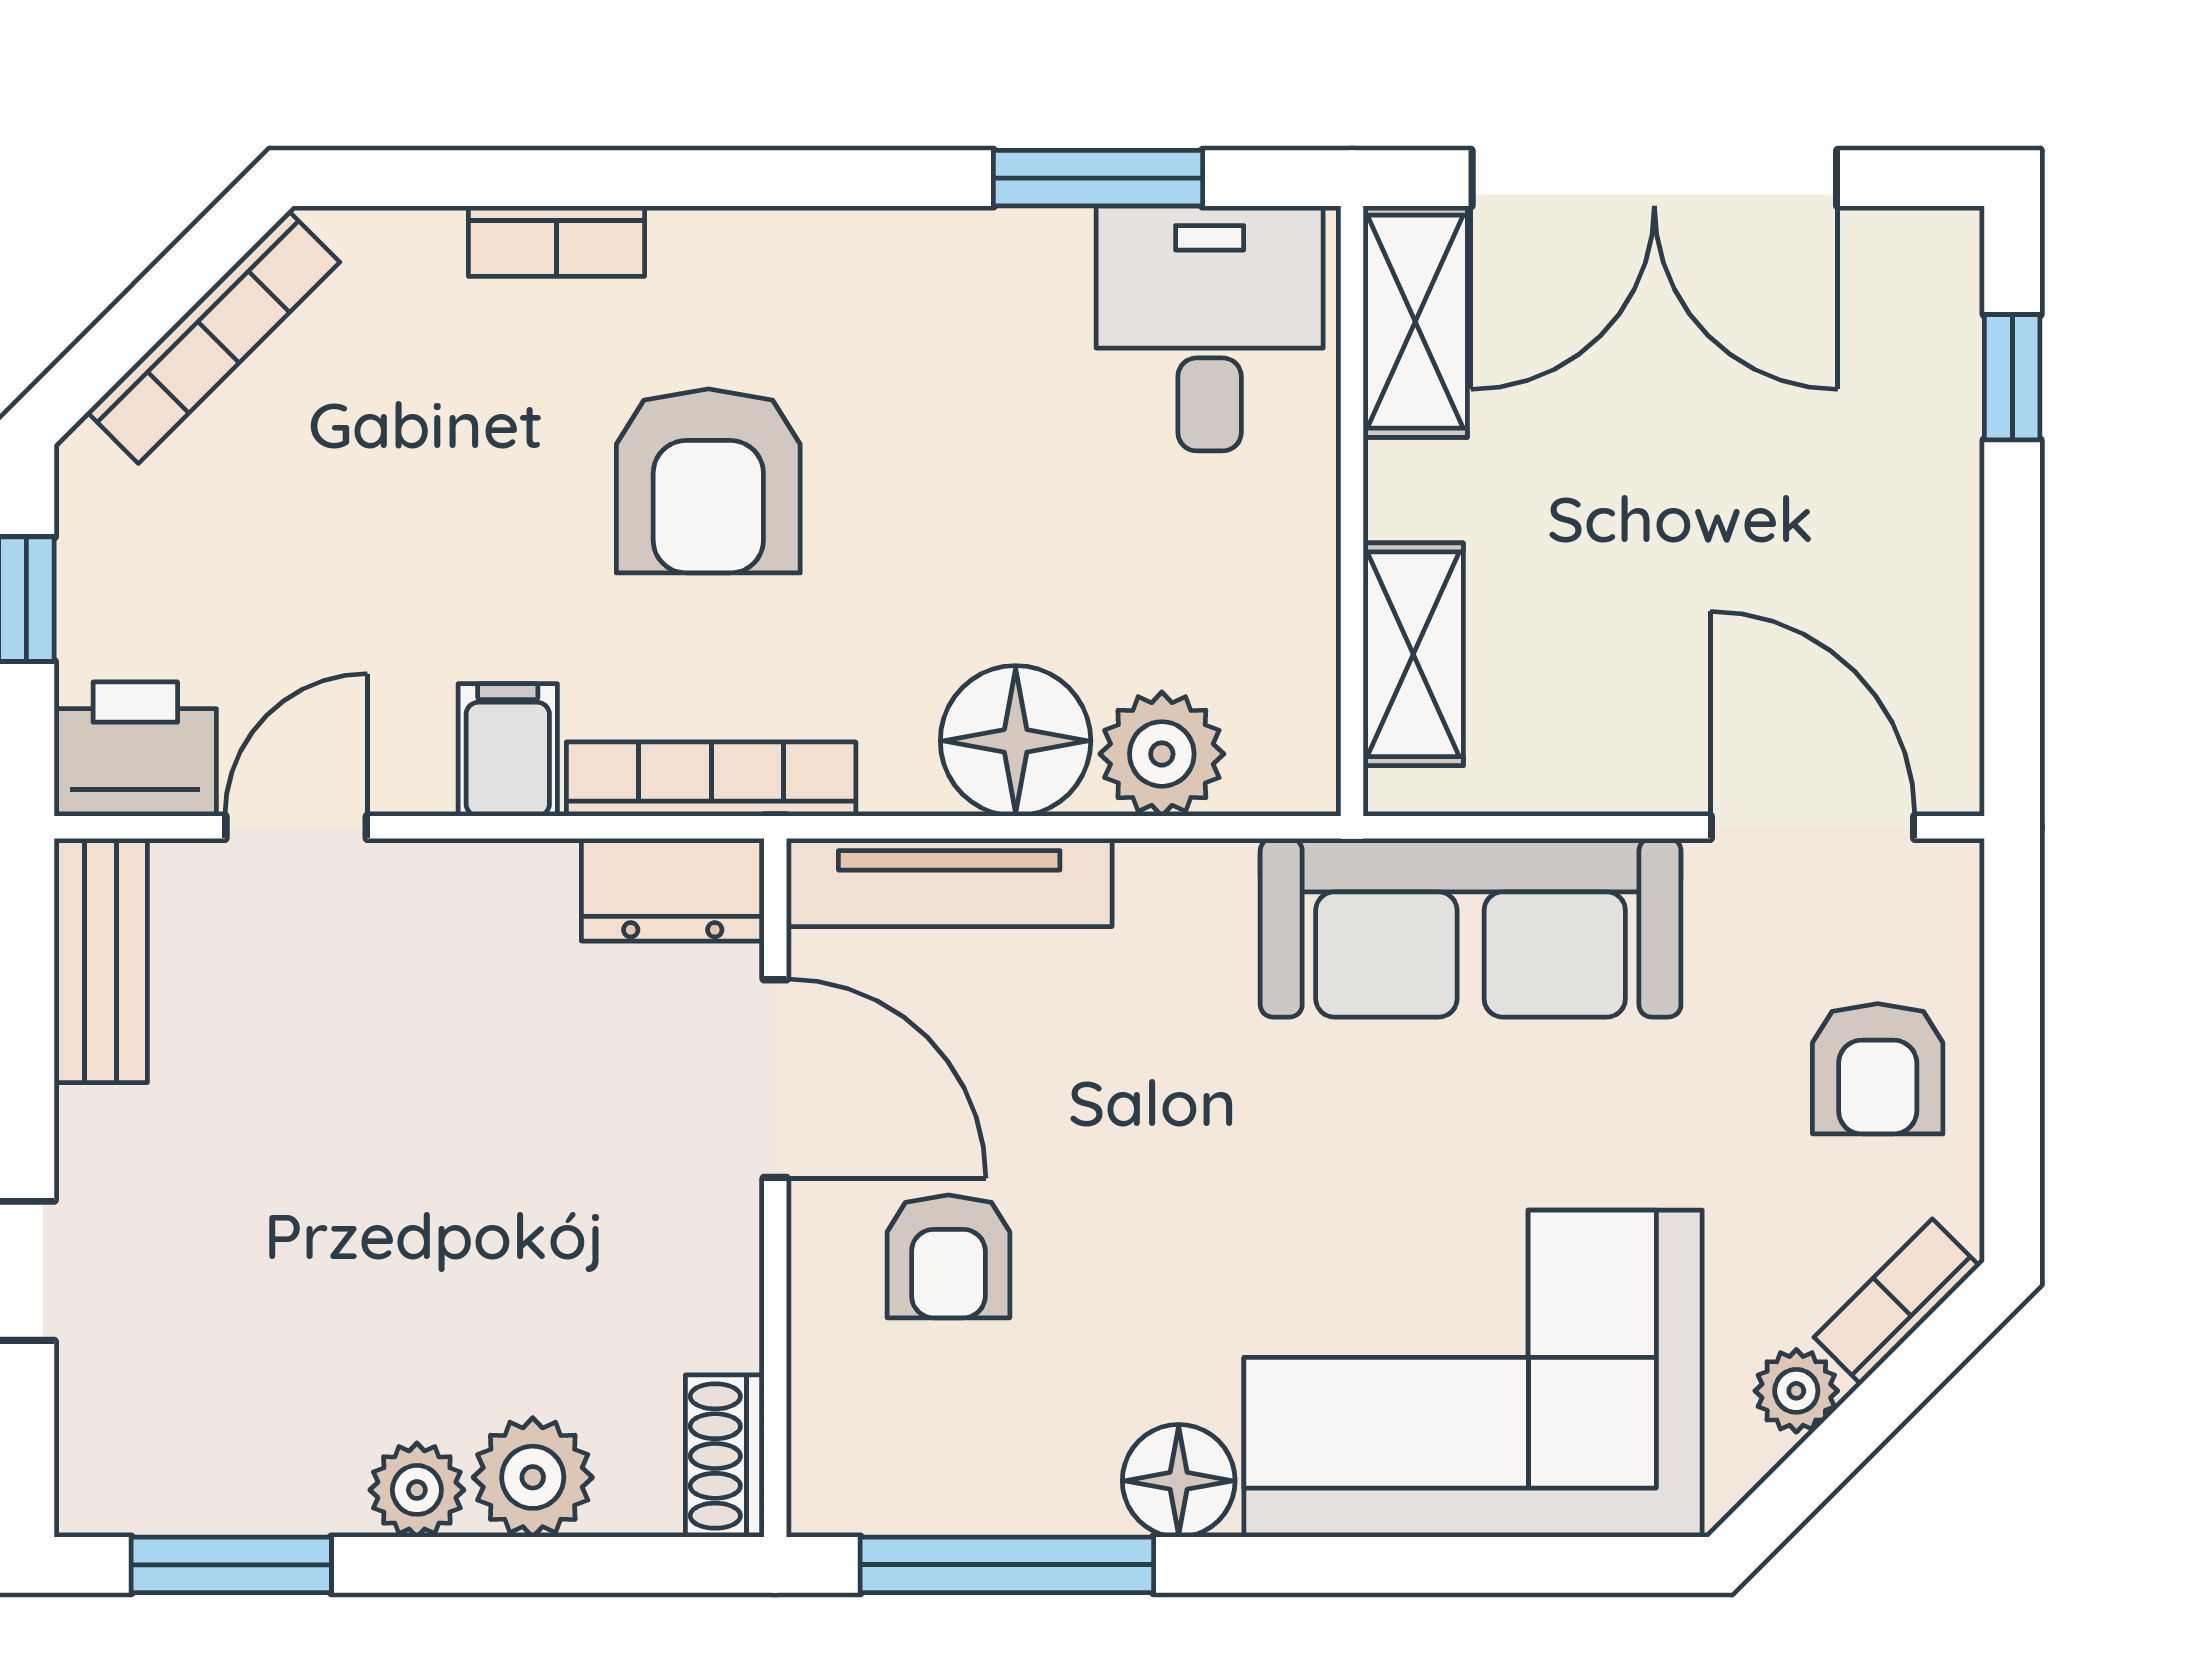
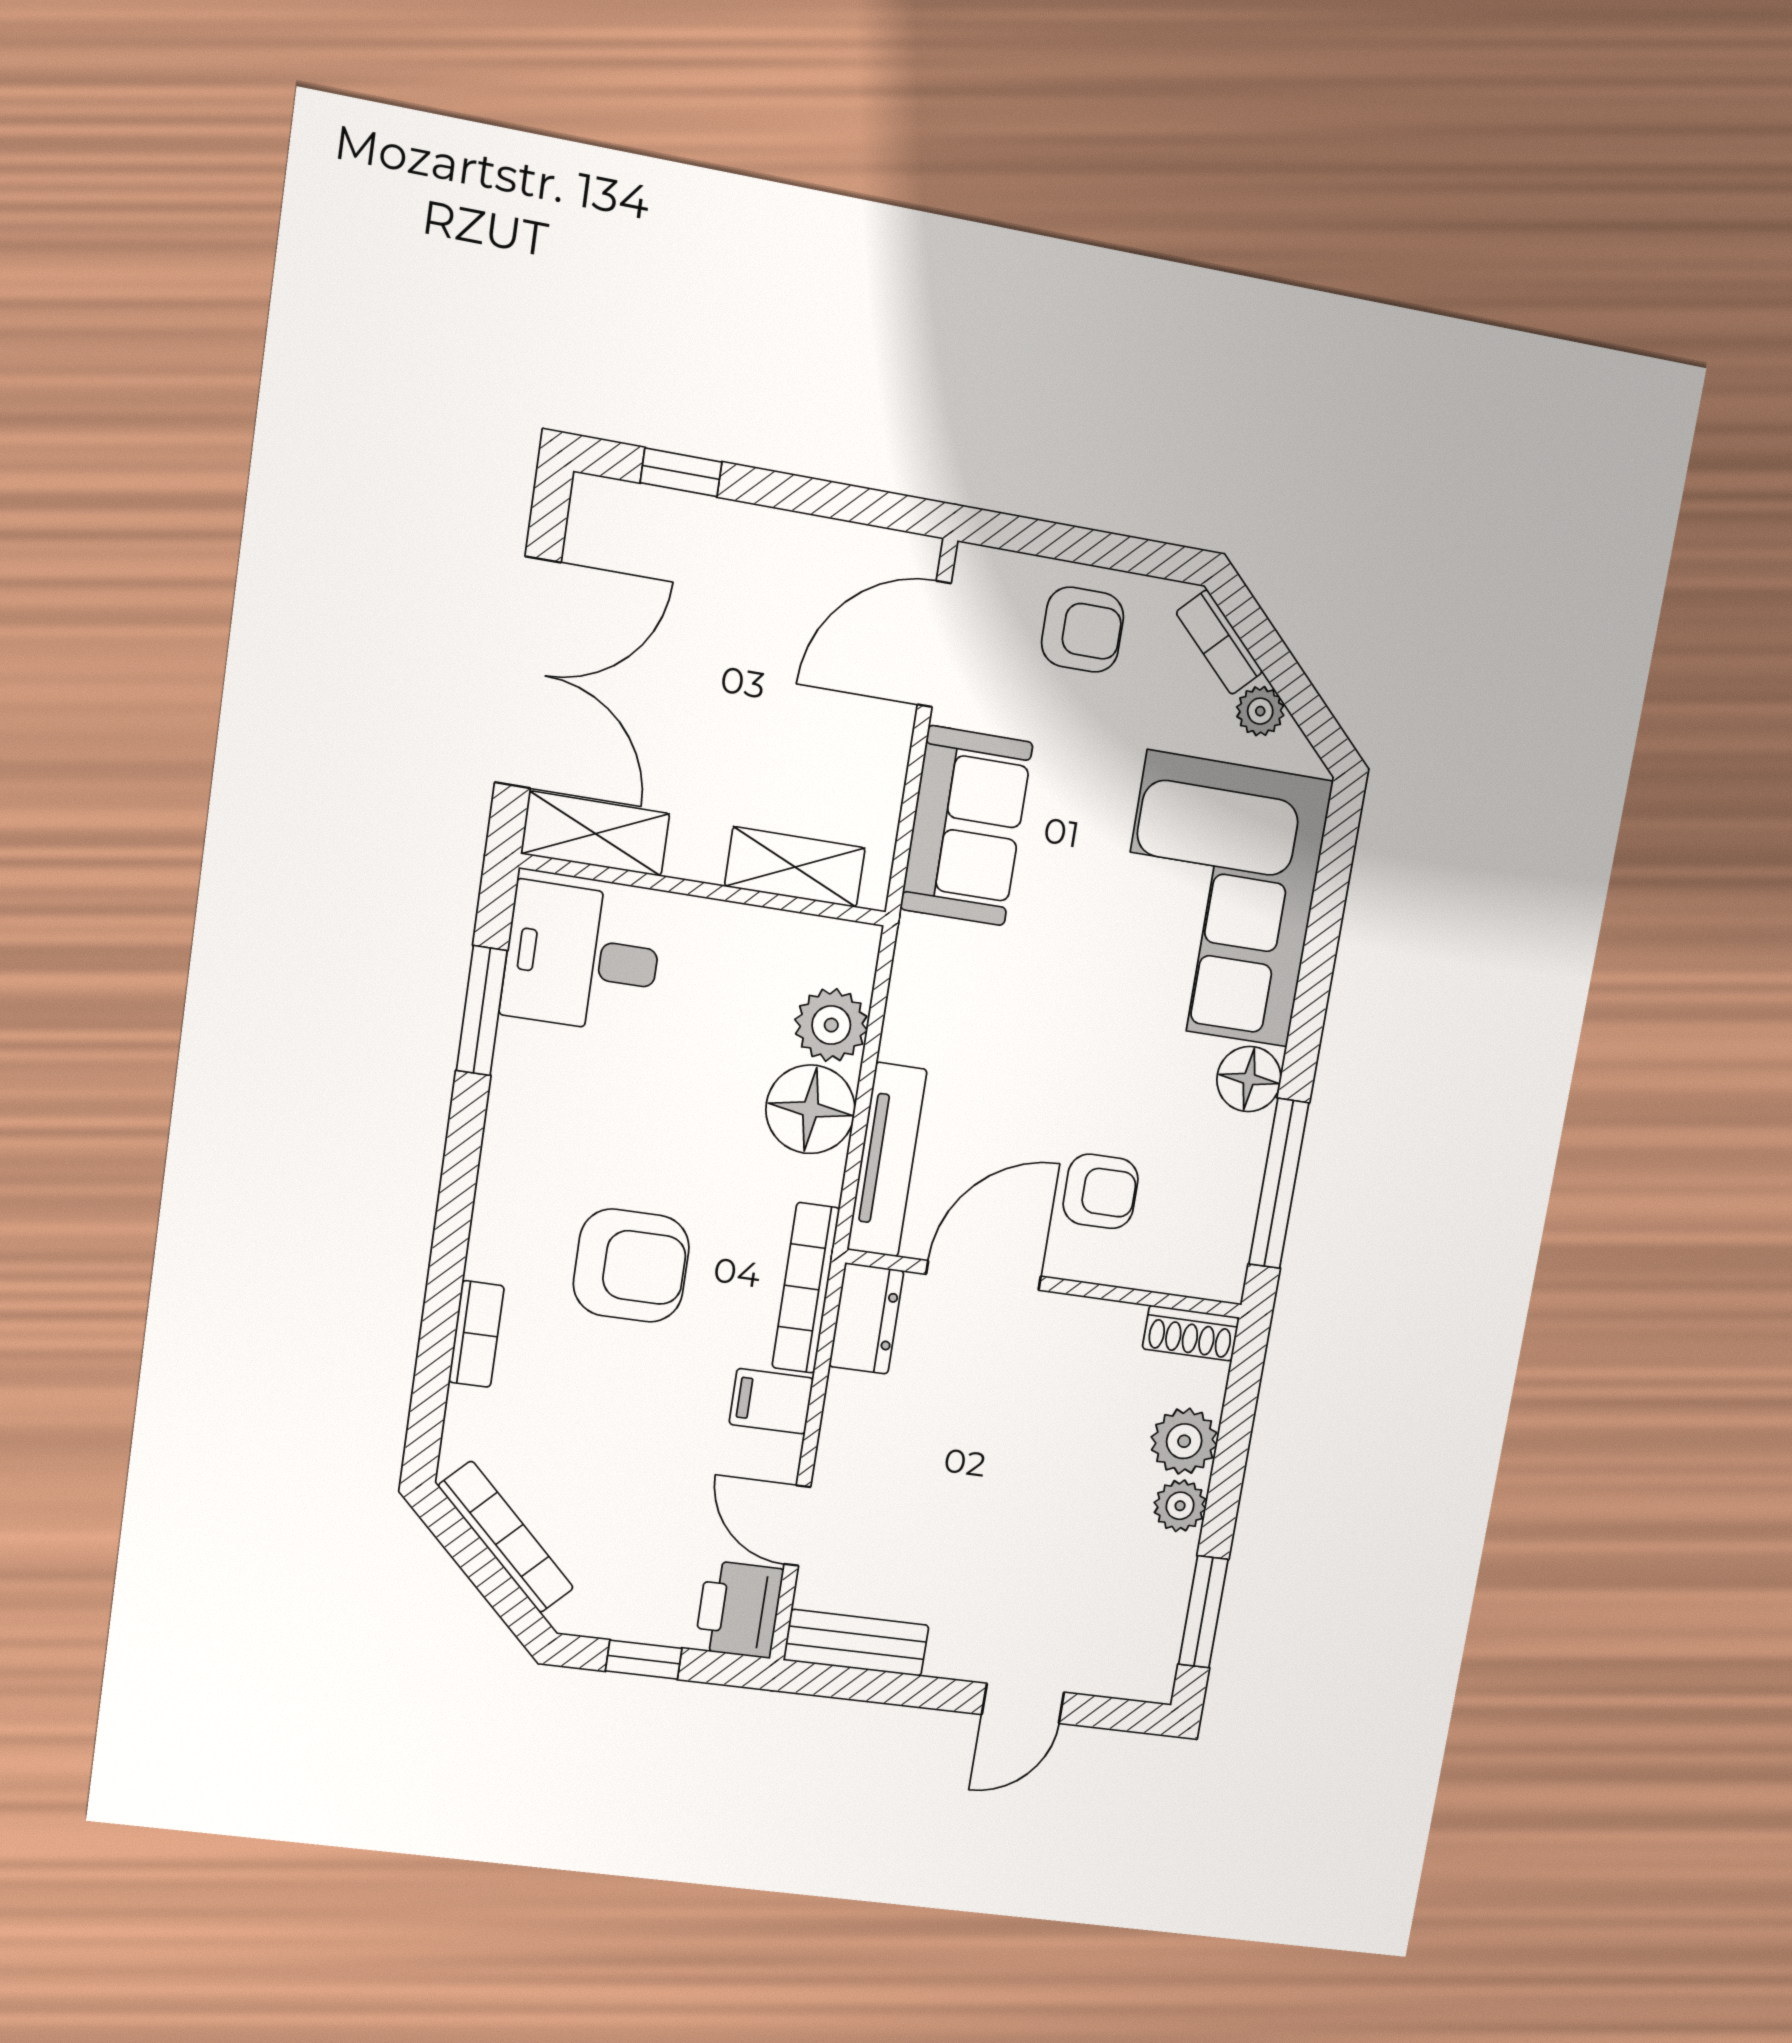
sofa: (1471, 928) -> (966, 826), width x0.73

